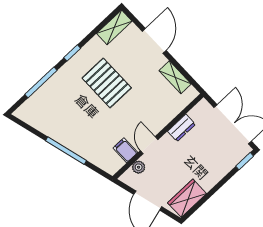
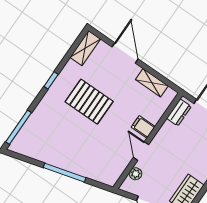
window: (41, 82) -> (18, 127), moved
dresser: (181, 128) -> (179, 112), moved
filing cabinet: (125, 150) -> (143, 127), moved

